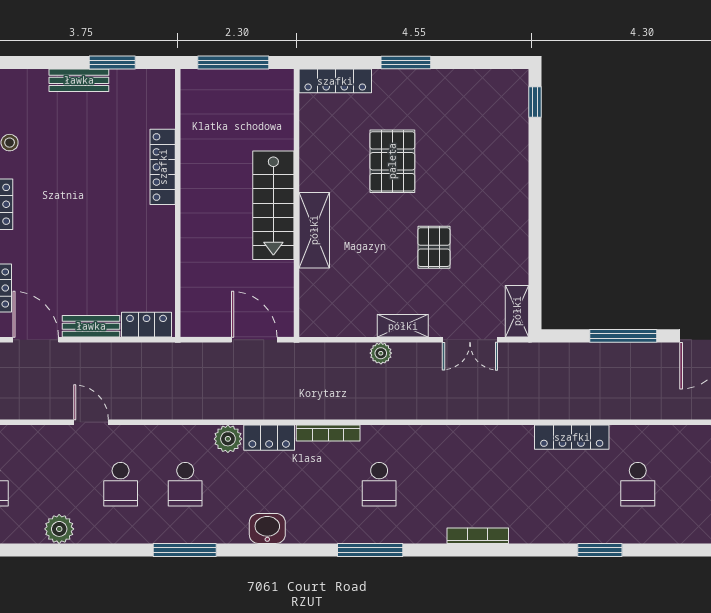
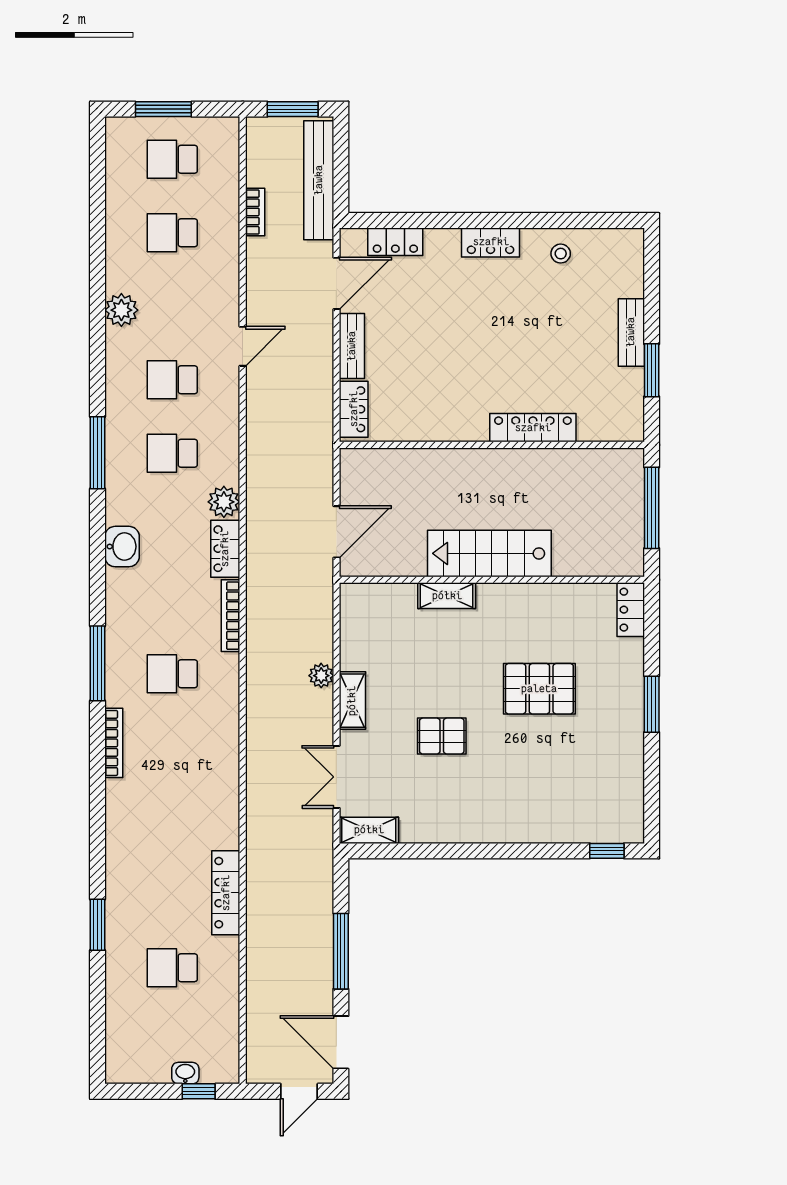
locker: (335, 81) -> (631, 610), width x0.66
shelving: (314, 230) -> (447, 596), width x0.67, depth x0.75
bookcase: (478, 536) -> (114, 743), moved

